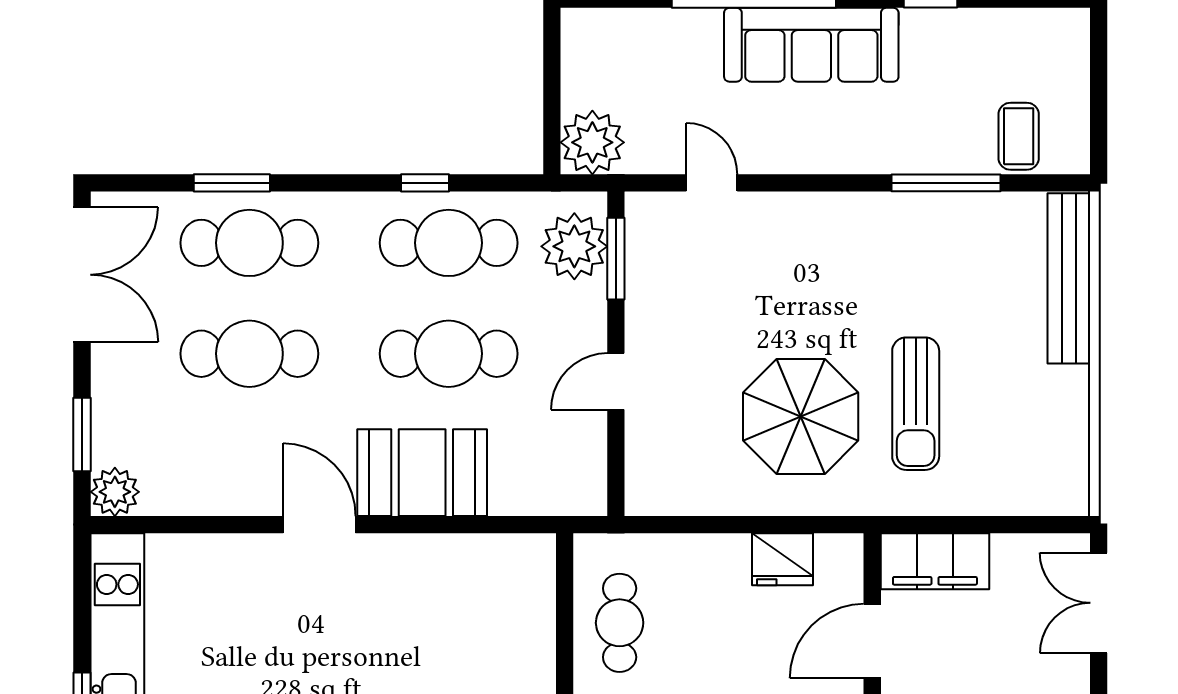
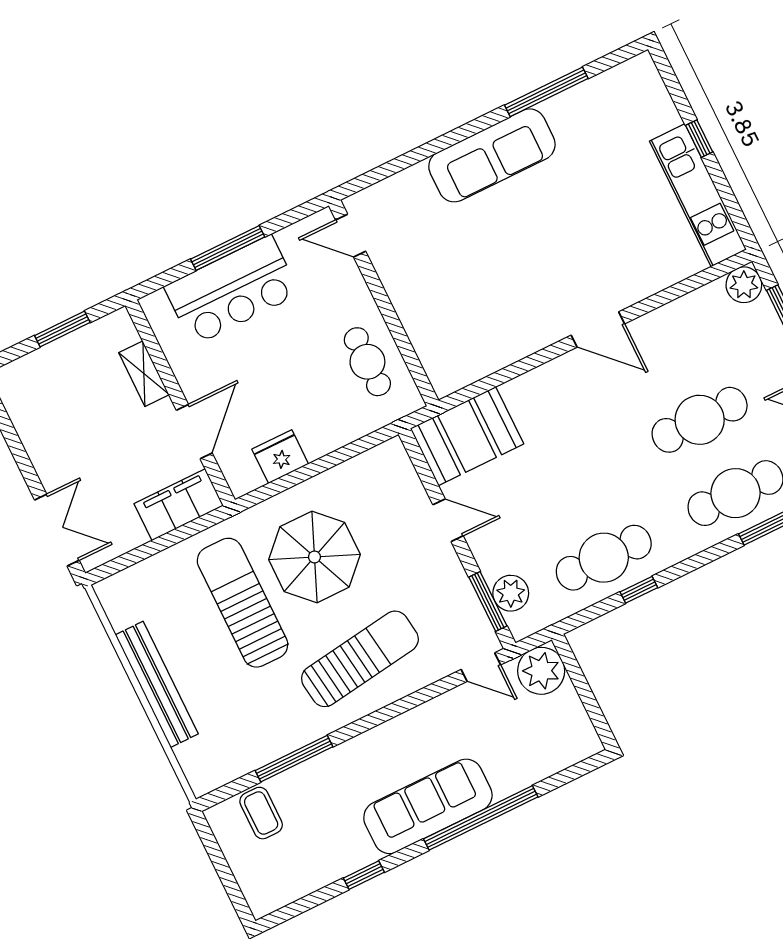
door: (712, 183) -> (481, 667), moved
plant: (574, 246) -> (511, 593), width x0.73, depth x0.73
sun lounger: (806, 265) -> (360, 659), added
bench: (1069, 278) -> (157, 684), moved
cafe table: (449, 354) -> (568, 484), removed
door: (616, 381) -> (448, 520), hinge flipped
sun lounger: (916, 404) -> (243, 603), width x1.36, depth x1.34
booth: (422, 473) -> (467, 436), moved

